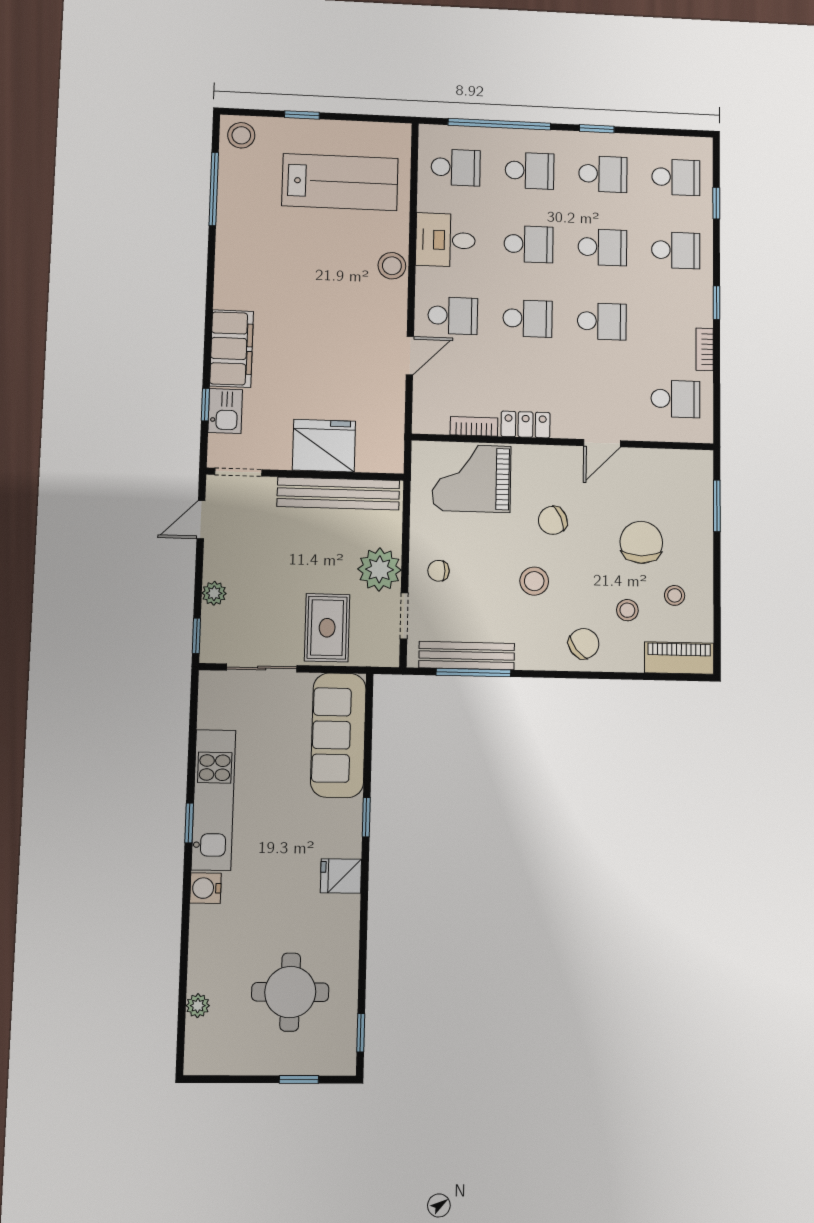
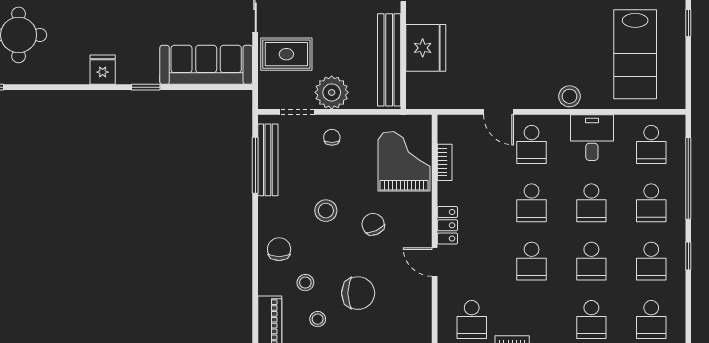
locker: (526, 424) -> (447, 225), moved
chair: (584, 644) -> (279, 249), turned -142

